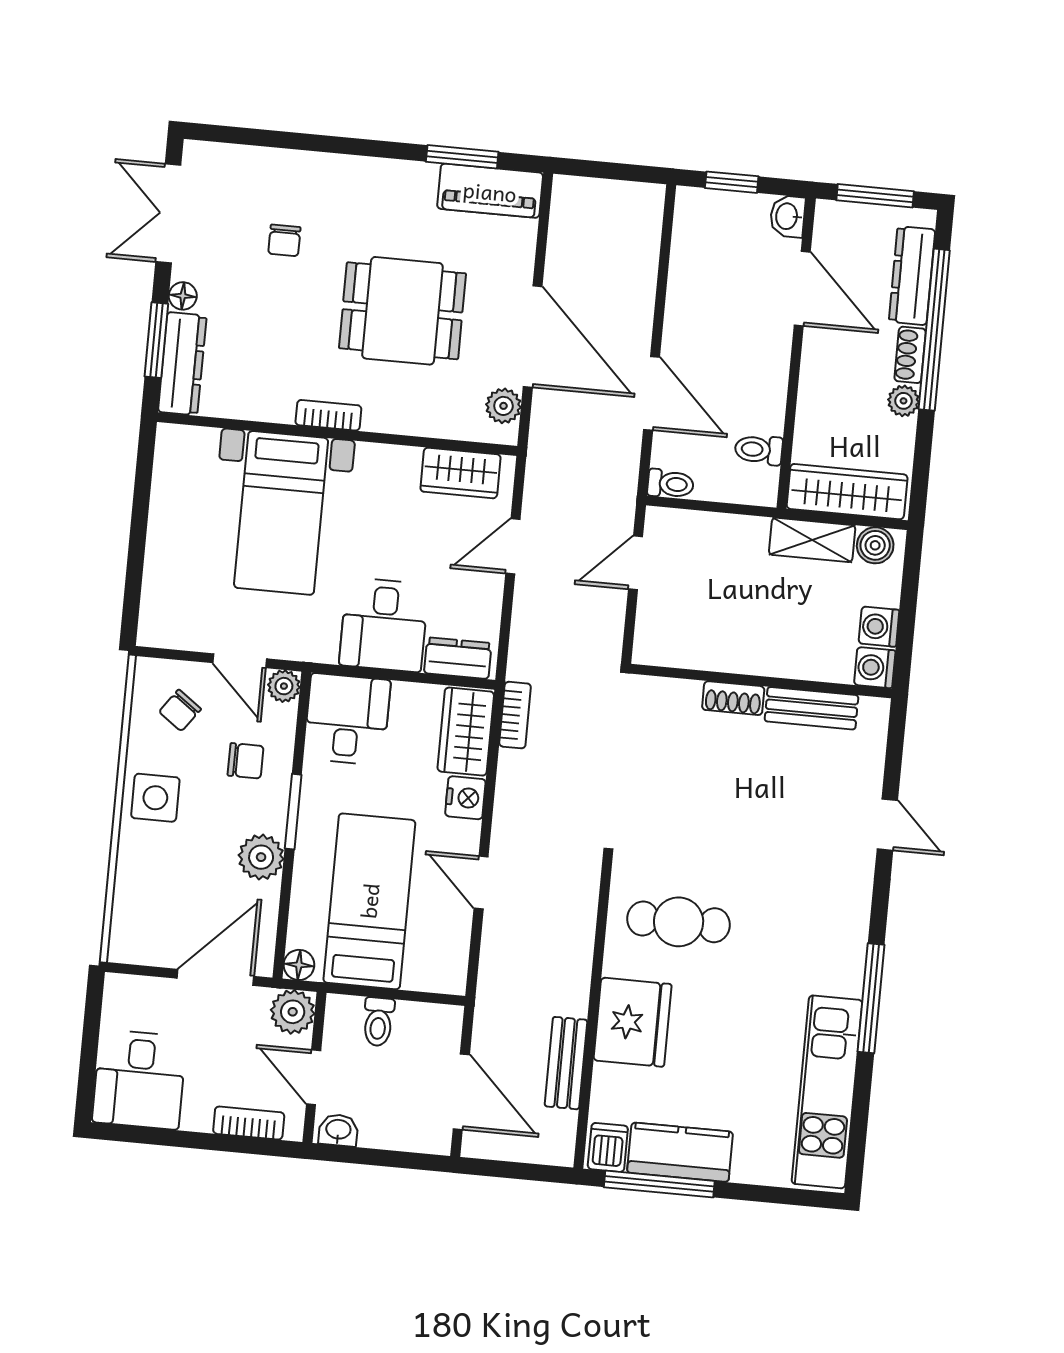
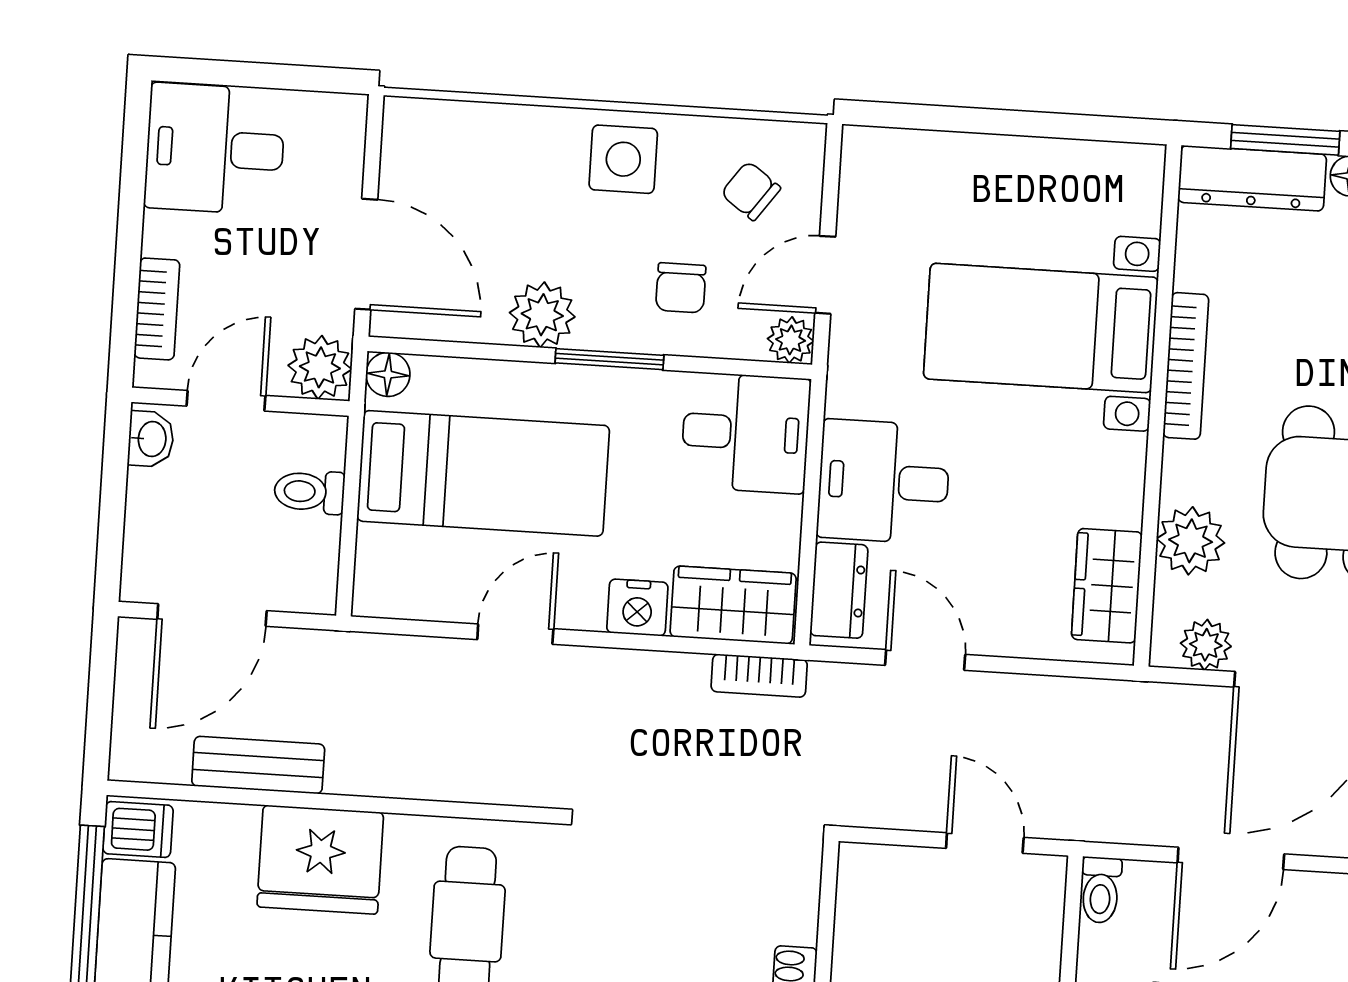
plant: (431, 414) -> (1191, 541), added
bookcase: (328, 415) -> (1186, 366), width x1.56
door: (513, 546) -> (925, 660), moved

